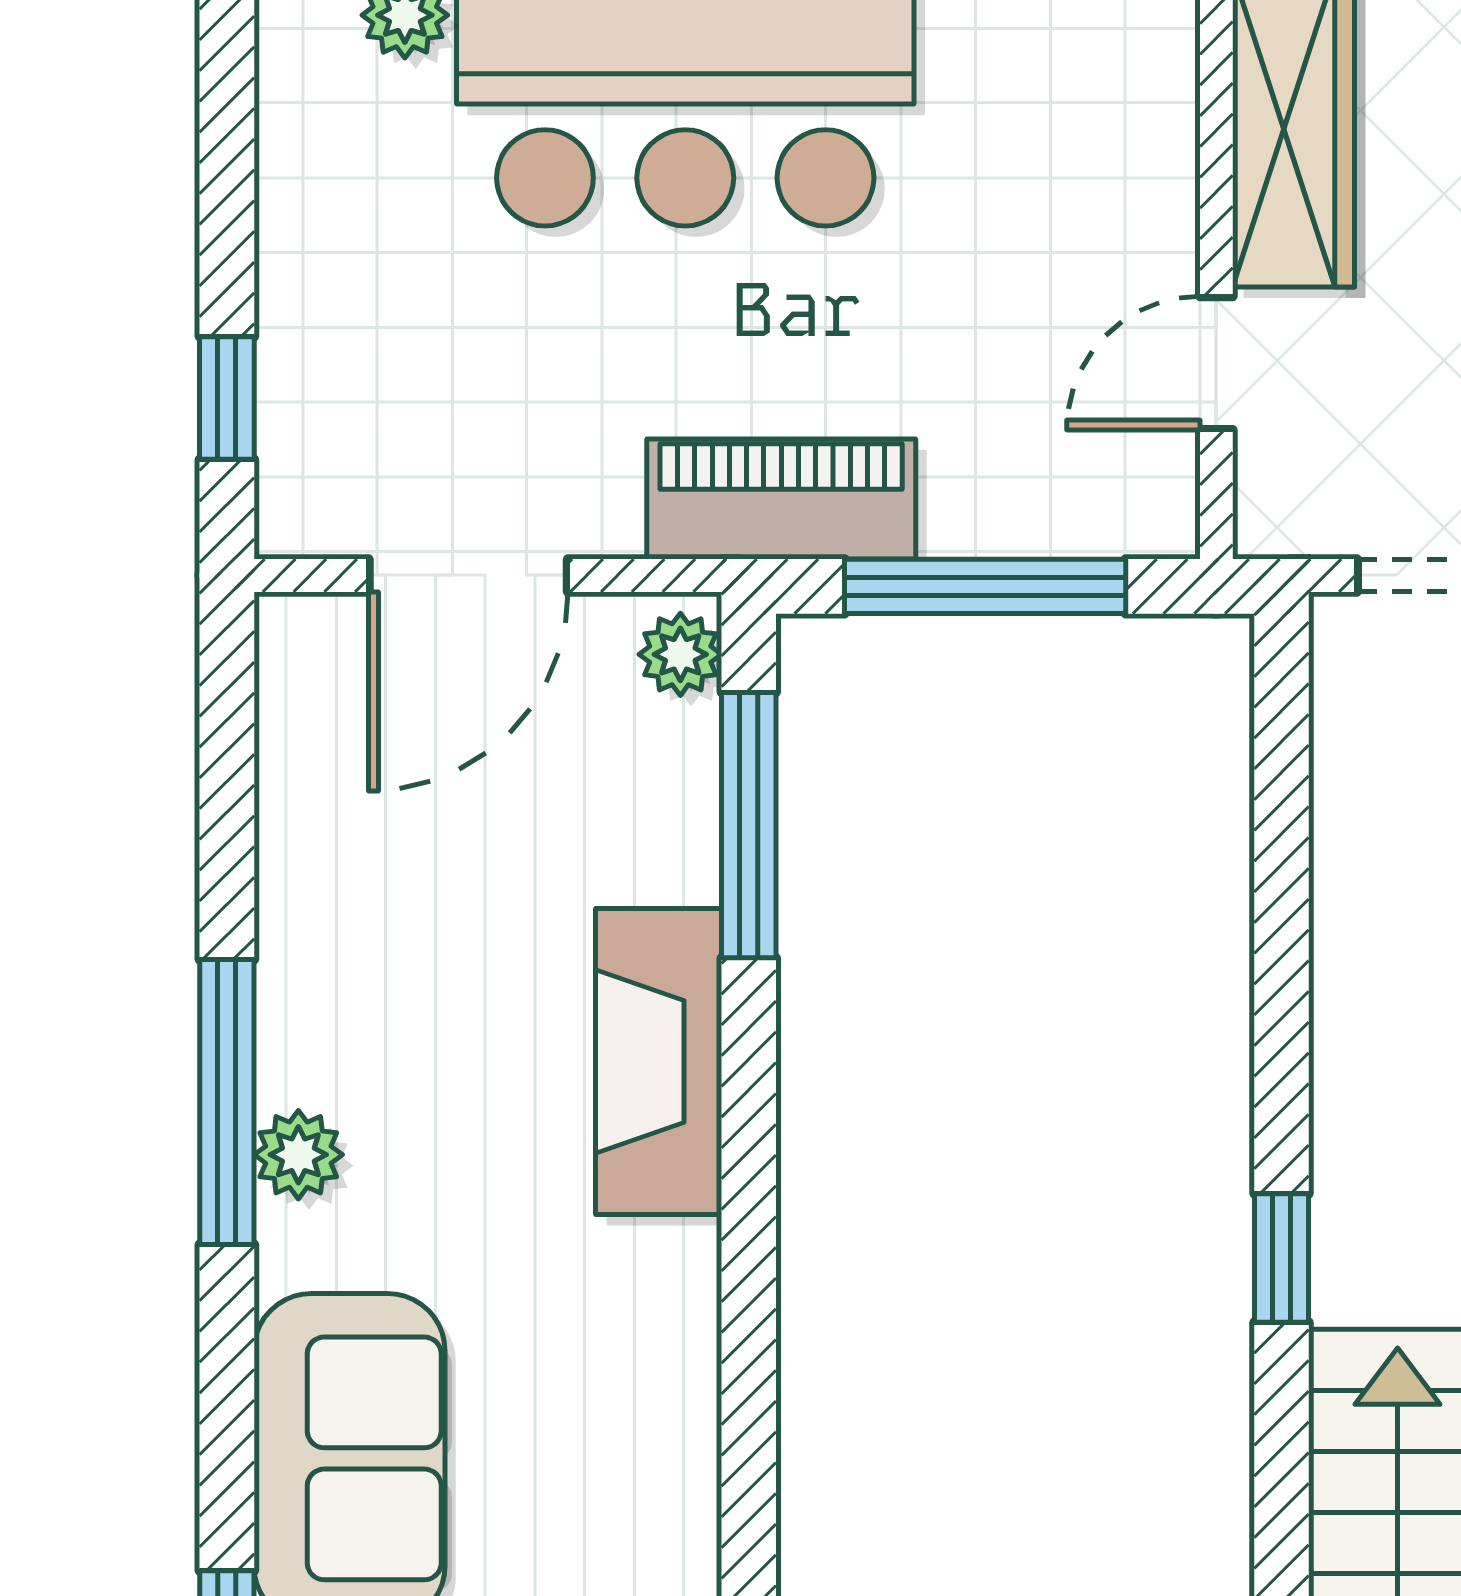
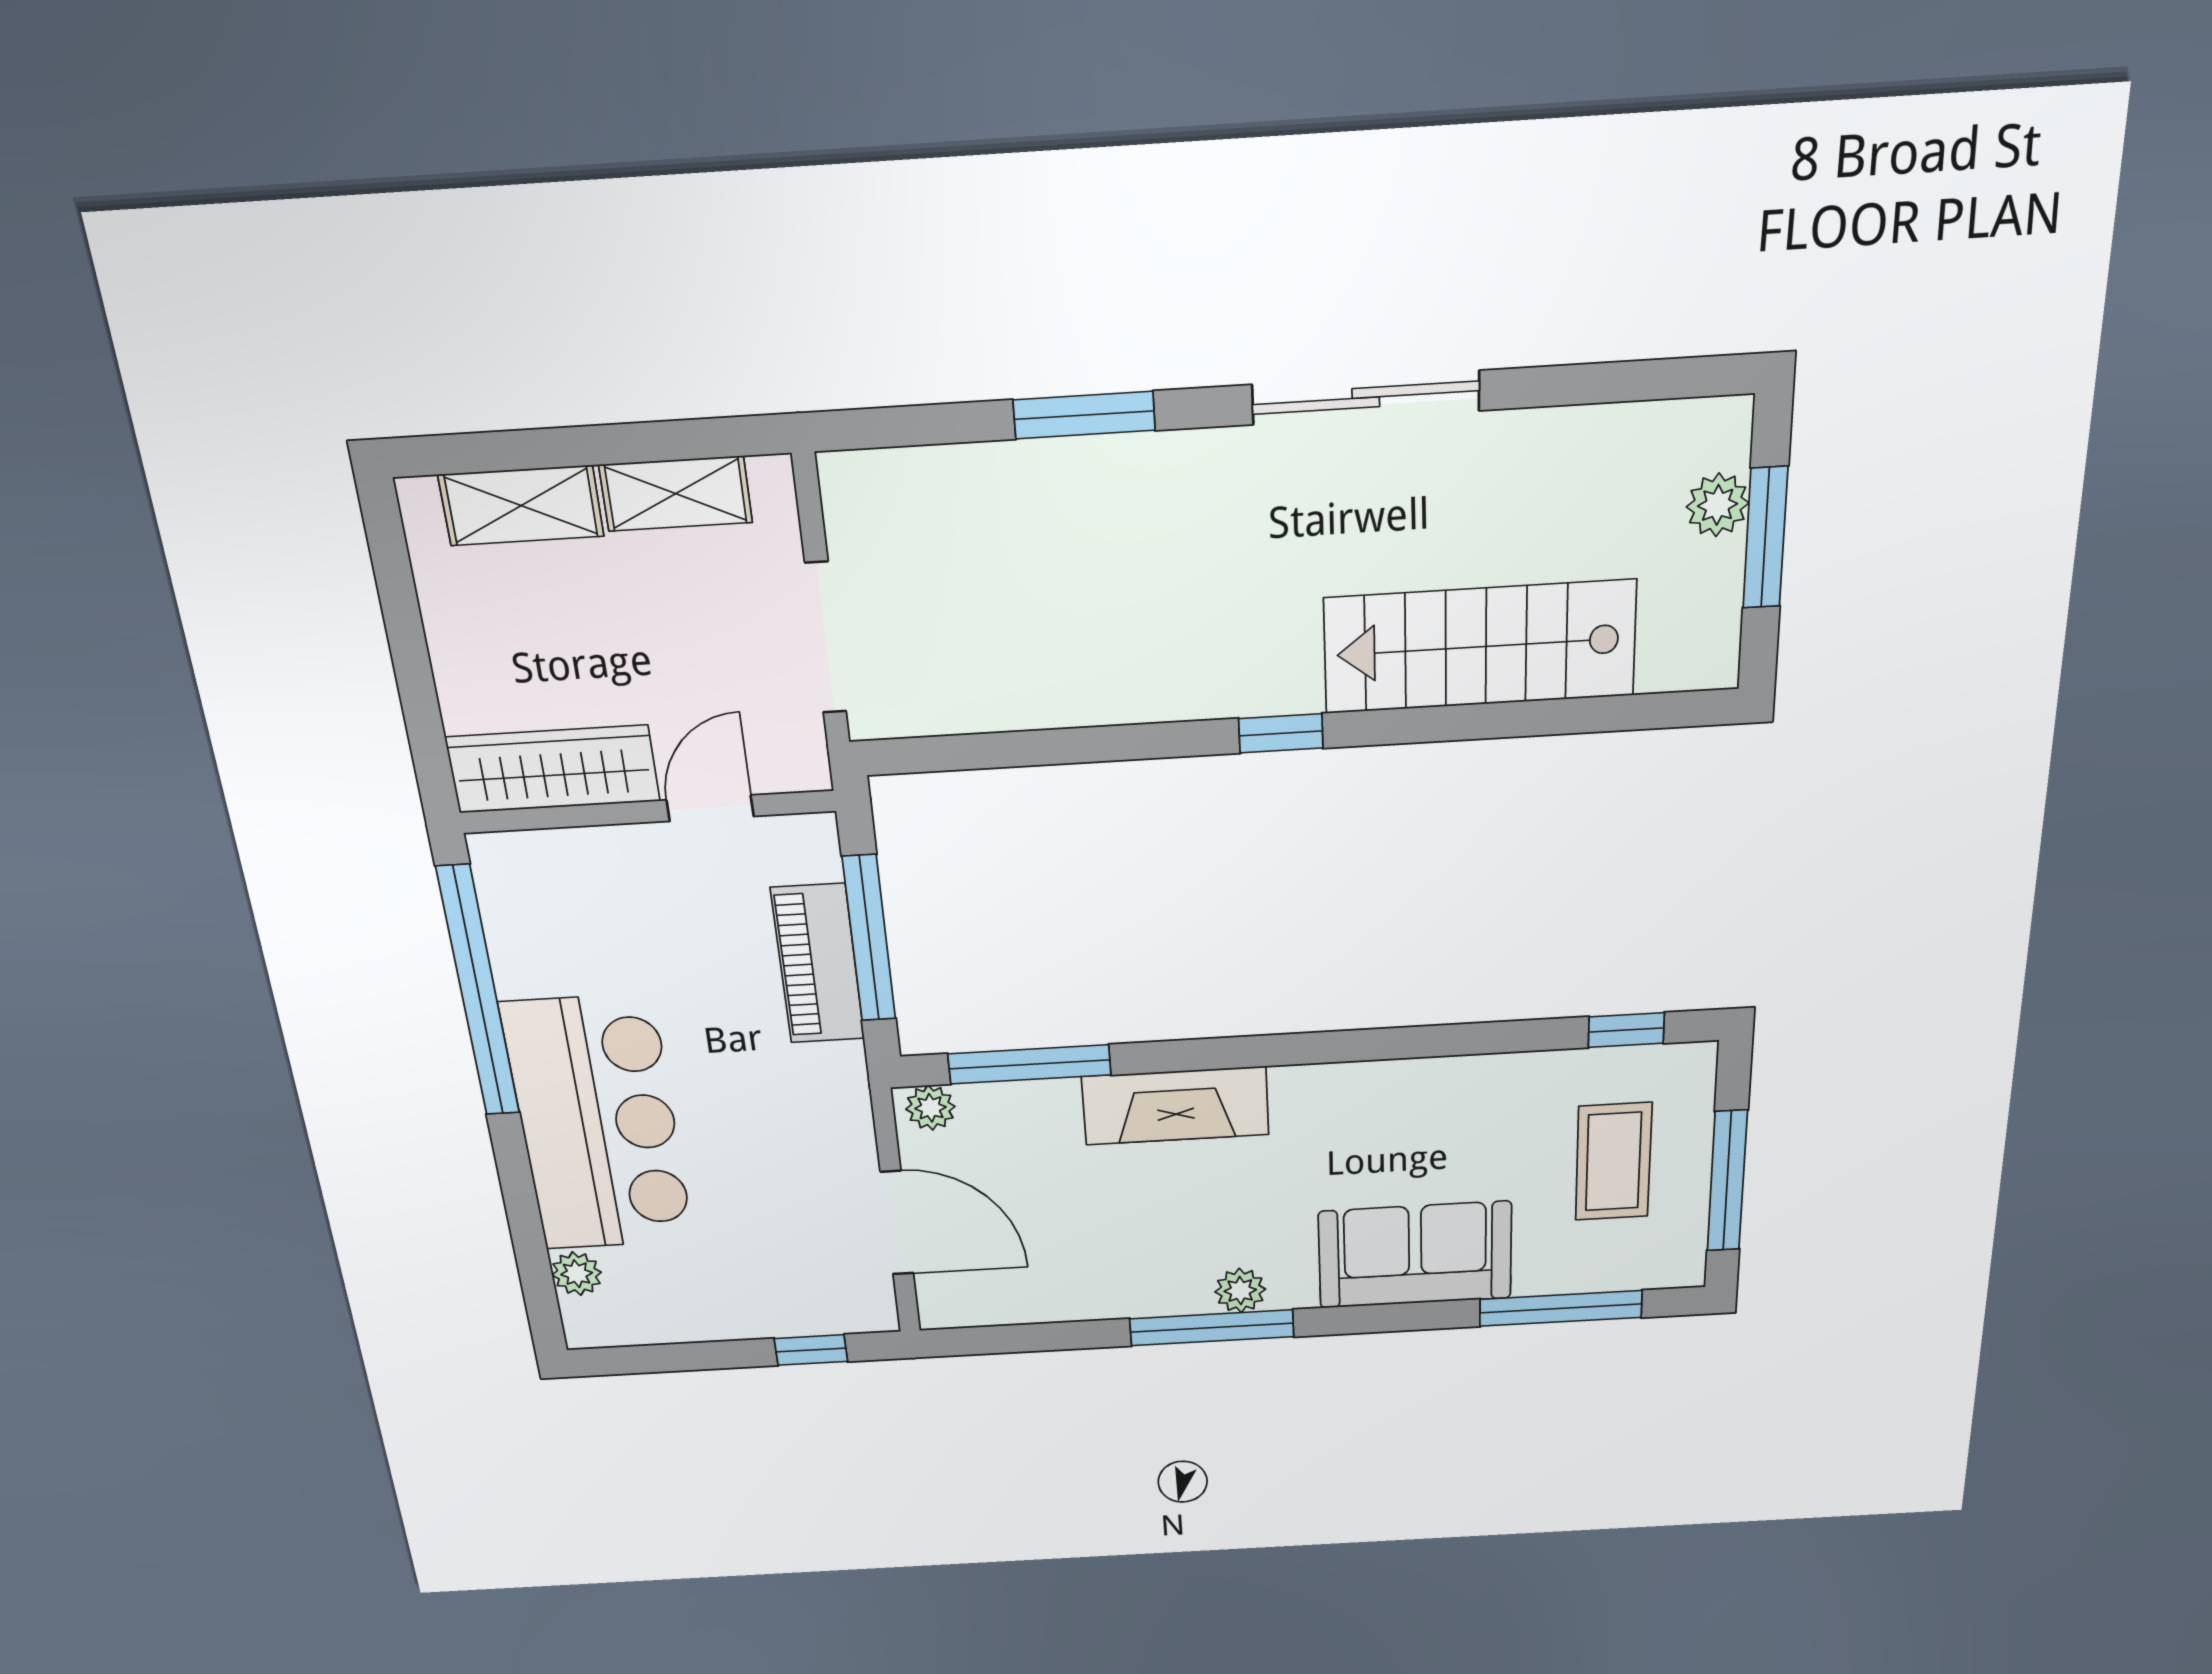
door: (1216, 363) -> (710, 808), swing flipped
piano: (781, 499) -> (818, 964), moved

